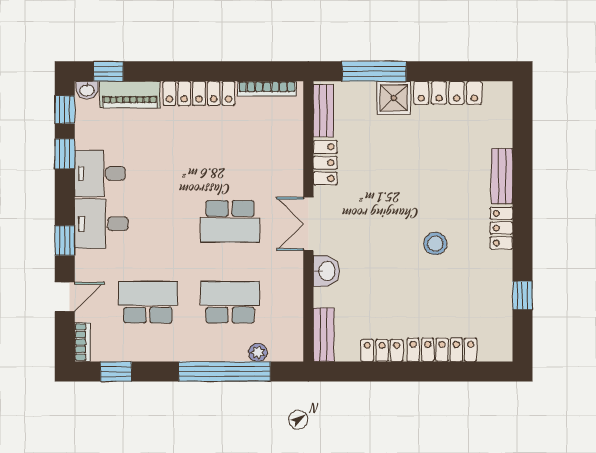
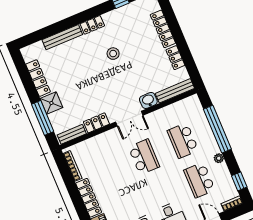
bench: (502, 176) -> (62, 37), width x1.36
bench: (324, 335) -> (175, 91), width x1.36
plant: (258, 352) -> (219, 158), moved

